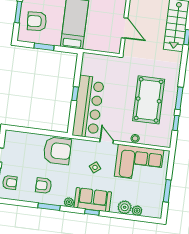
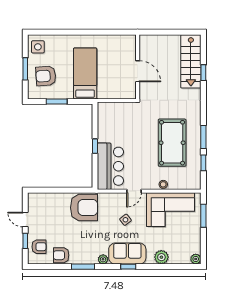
bar counter: (88, 107) -> (110, 166), width x0.73
door: (107, 141) -> (134, 191), swing flipped
armchair: (44, 186) -> (61, 255), moved
window: (167, 191) -> (203, 216), moved
plant: (137, 211) -> (196, 259), moved

